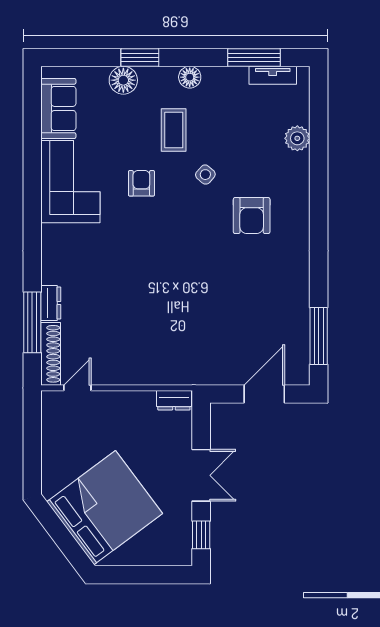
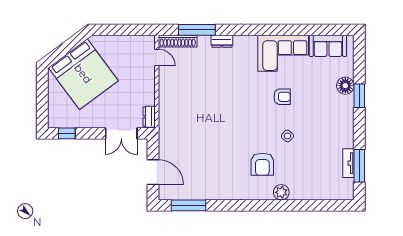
tv unit: (273, 75) -> (348, 163), moved
floor lamp: (190, 77) -> (347, 126), removed
coffee table: (174, 130) -> (315, 117), removed
plant: (297, 138) -> (281, 192), moved
armchair: (252, 216) -> (262, 164), turned -90
dresser: (51, 303) -> (222, 41), moved
double door: (201, 475) -> (121, 133), moved

